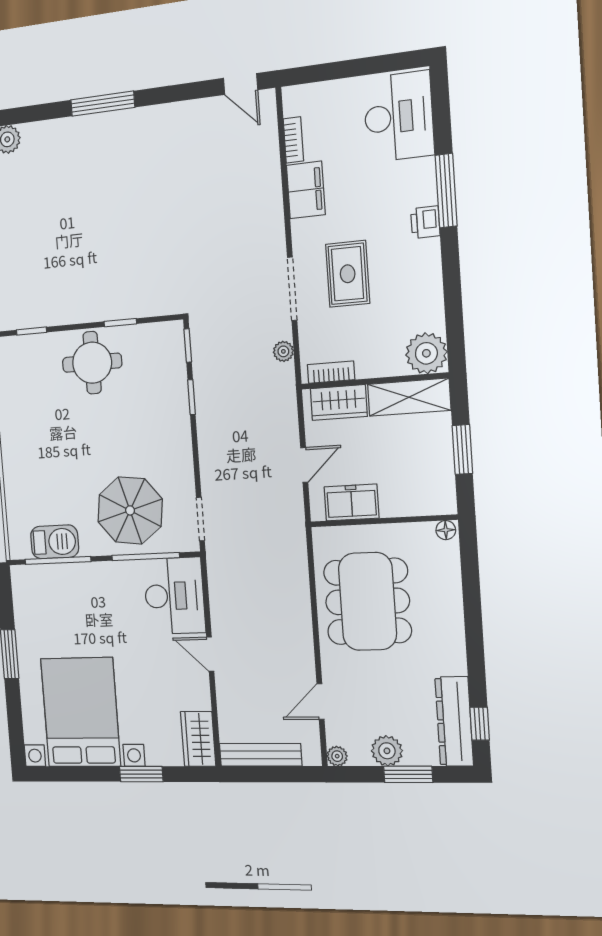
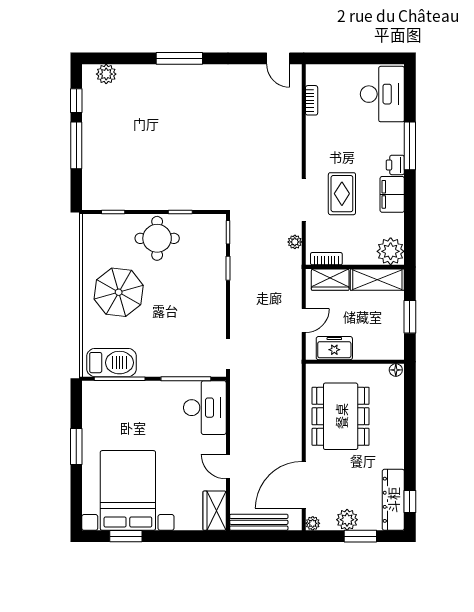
filing cabinet: (306, 190) -> (392, 194), moved, turned 180
parasol: (130, 510) -> (119, 292), moved
barbecue: (55, 542) -> (112, 363), width x1.37, depth x1.21
door: (210, 654) -> (228, 467), moved
door: (321, 702) -> (304, 485), width x1.87
window: (141, 774) -> (126, 536), moved

